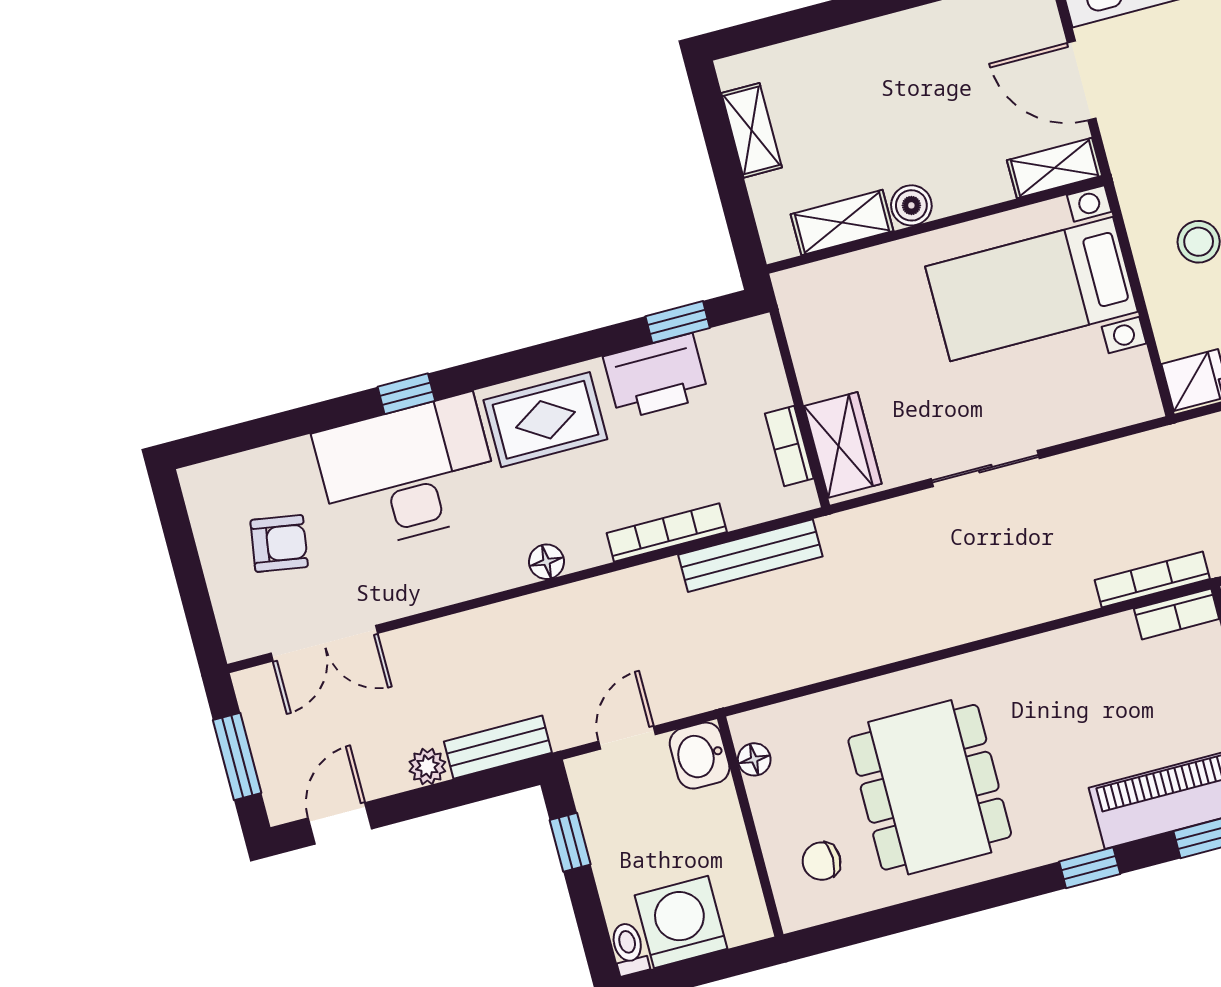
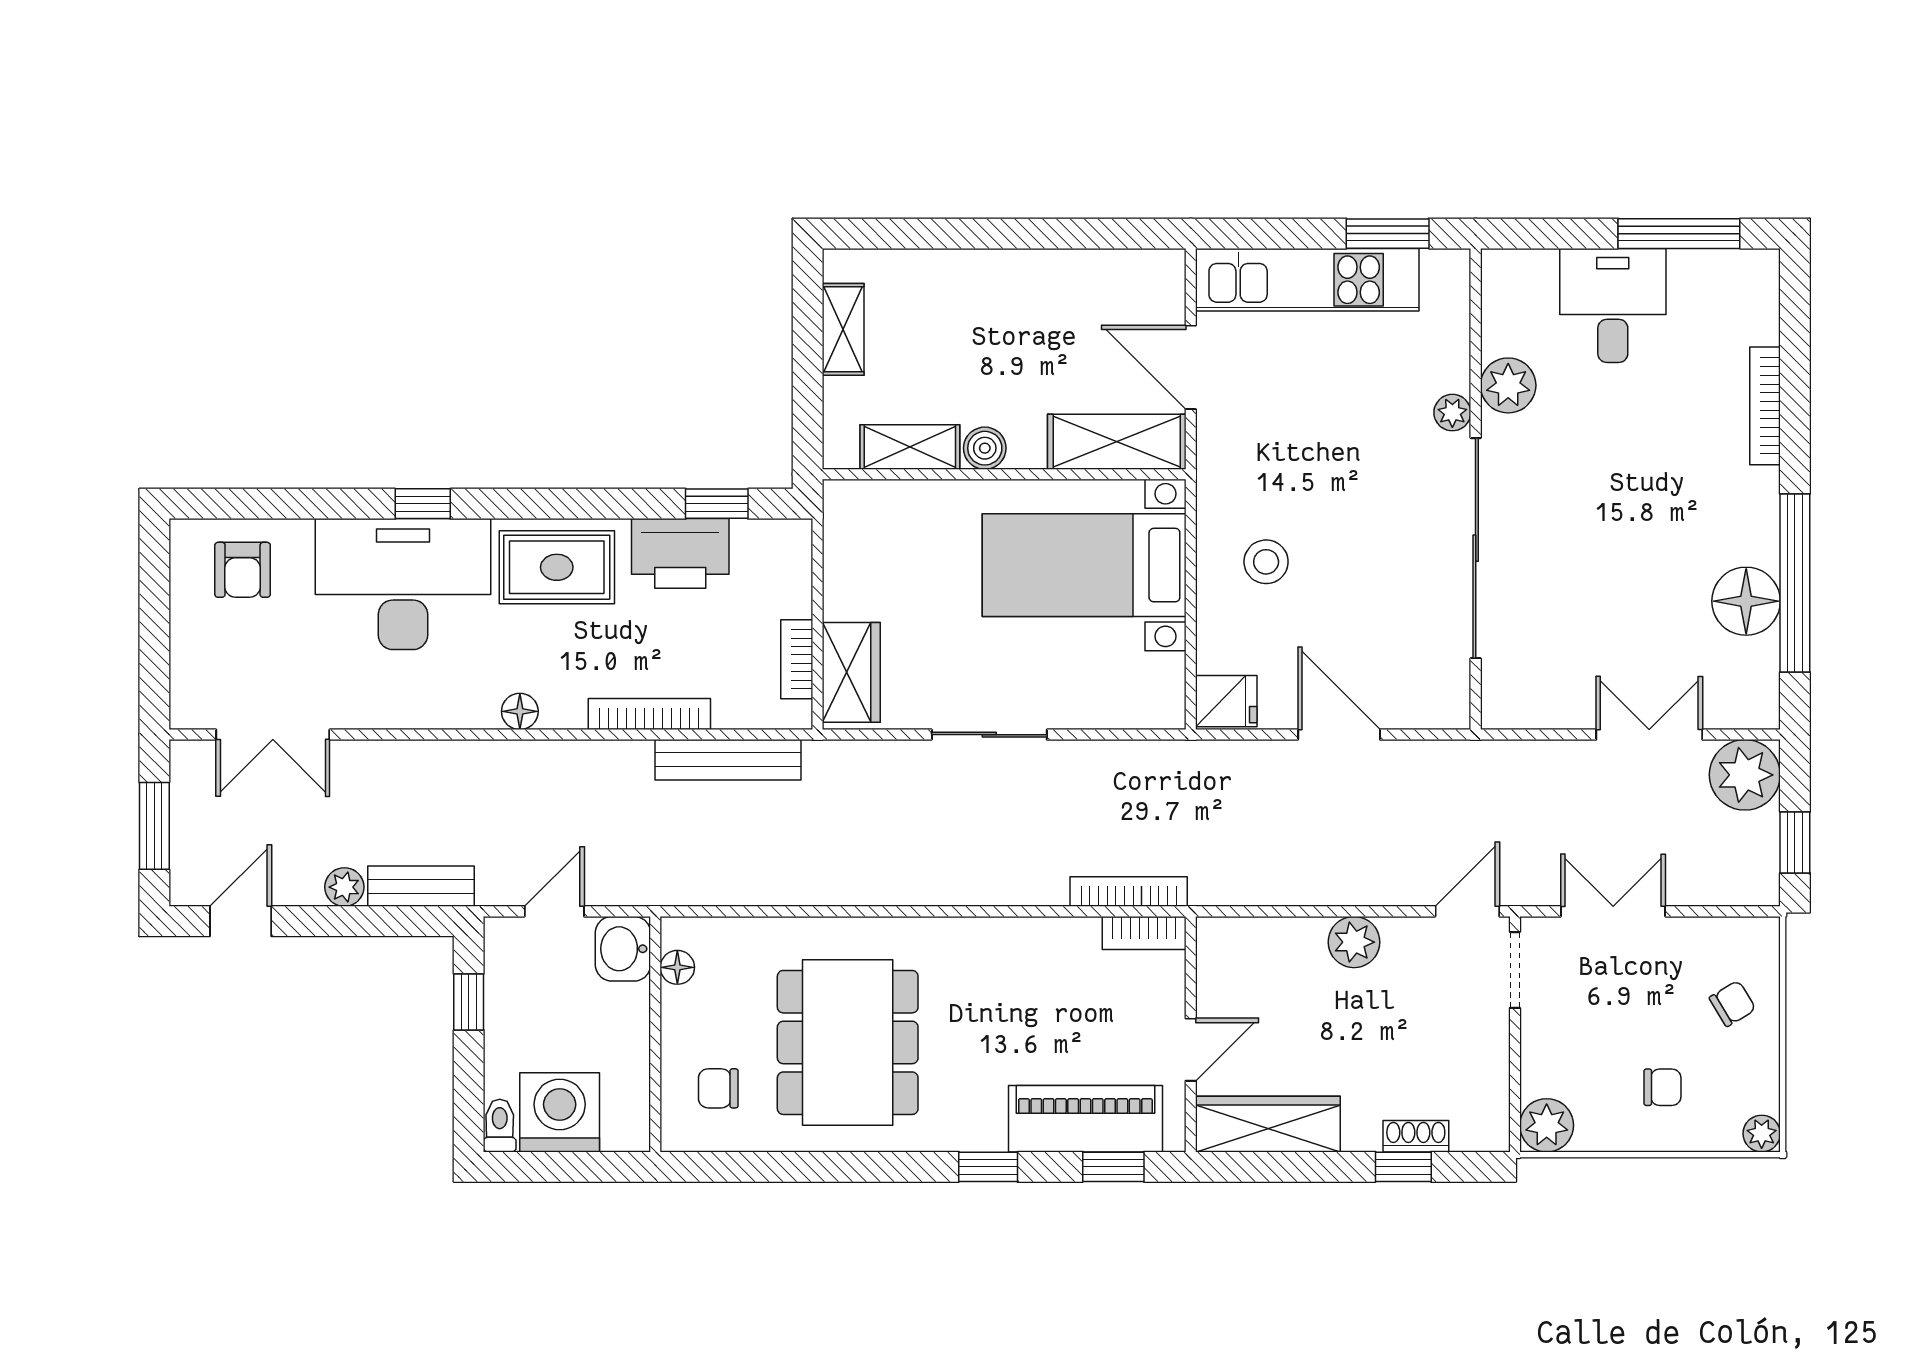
shelving: (1054, 168) -> (1117, 442), width x1.50, depth x1.33
armchair: (279, 543) -> (243, 570), moved, turned 81

